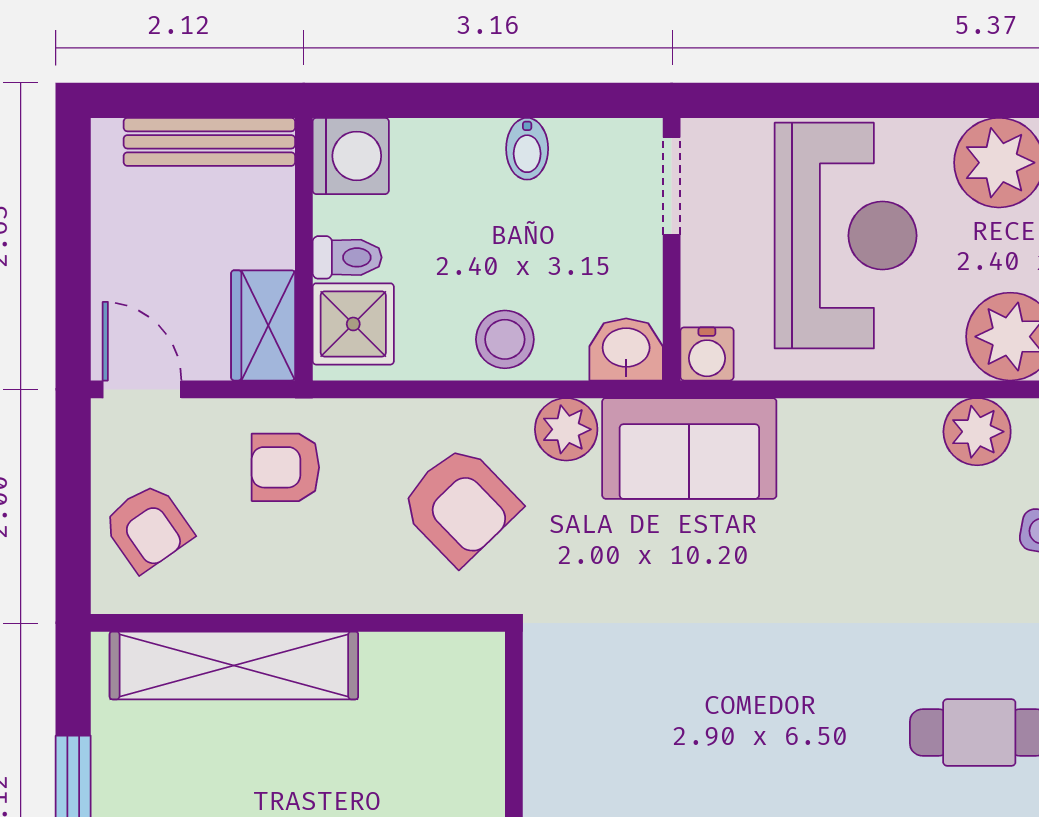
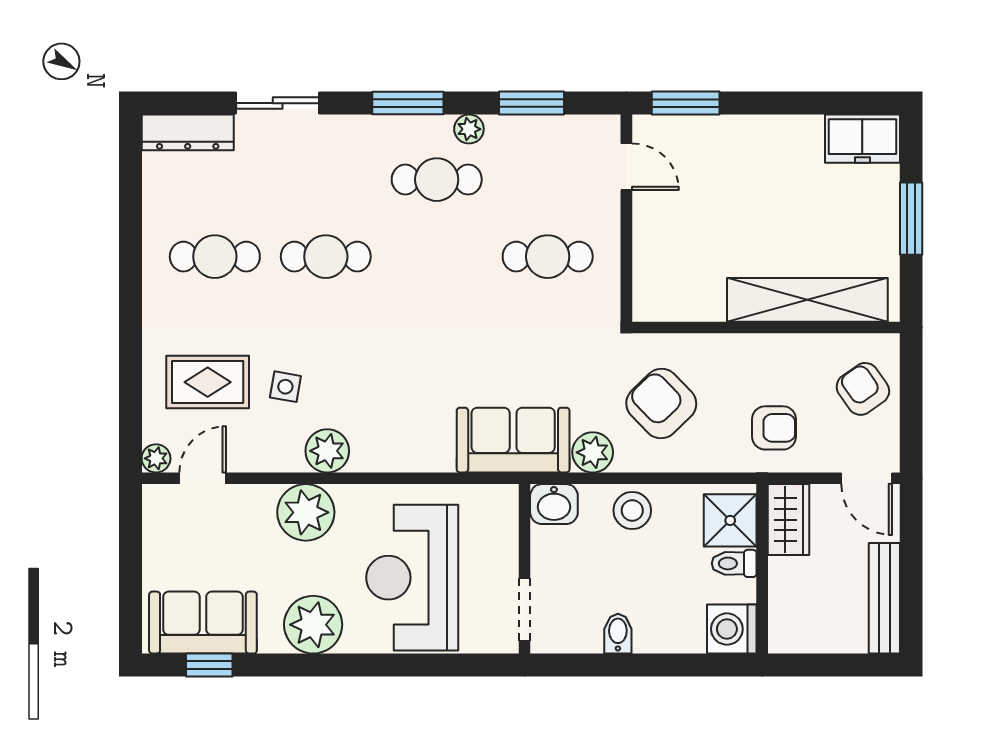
bench: (209, 142) -> (884, 598), moved, turned 90
water cooler: (707, 354) -> (502, 501), removed
cafe table: (636, 732) -> (548, 257), added

